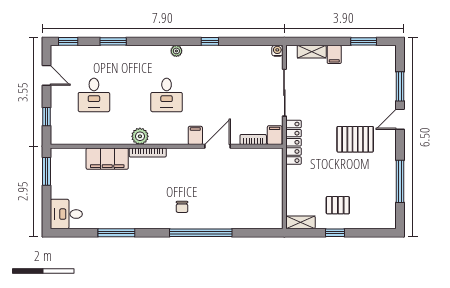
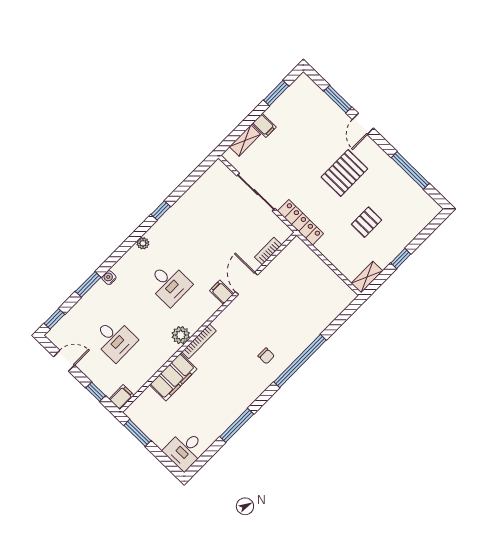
water cooler: (277, 51) -> (109, 278), moved
filing cabinet: (275, 135) -> (122, 397), moved, turned 90
pallet: (338, 205) -> (367, 222), moved

